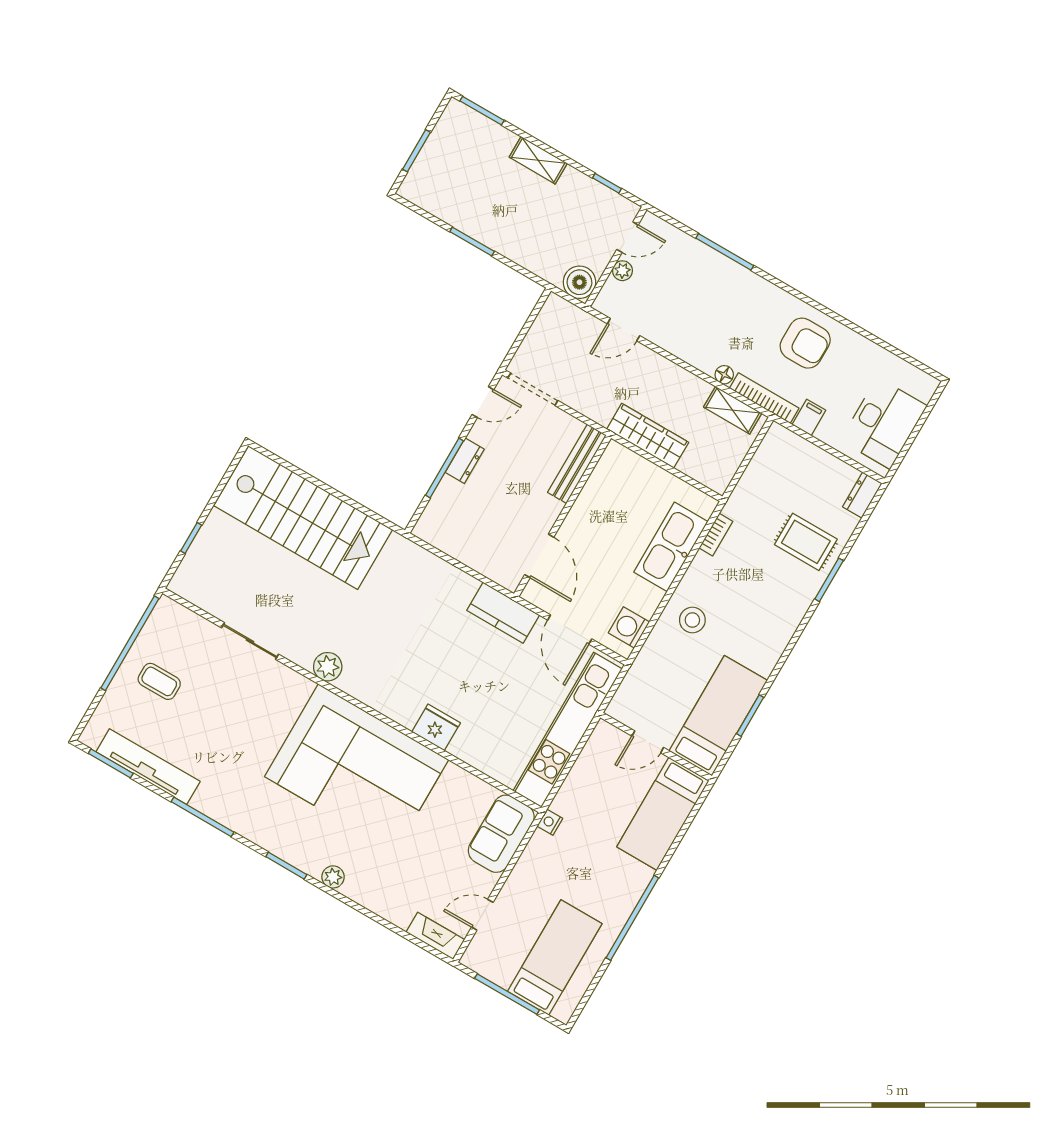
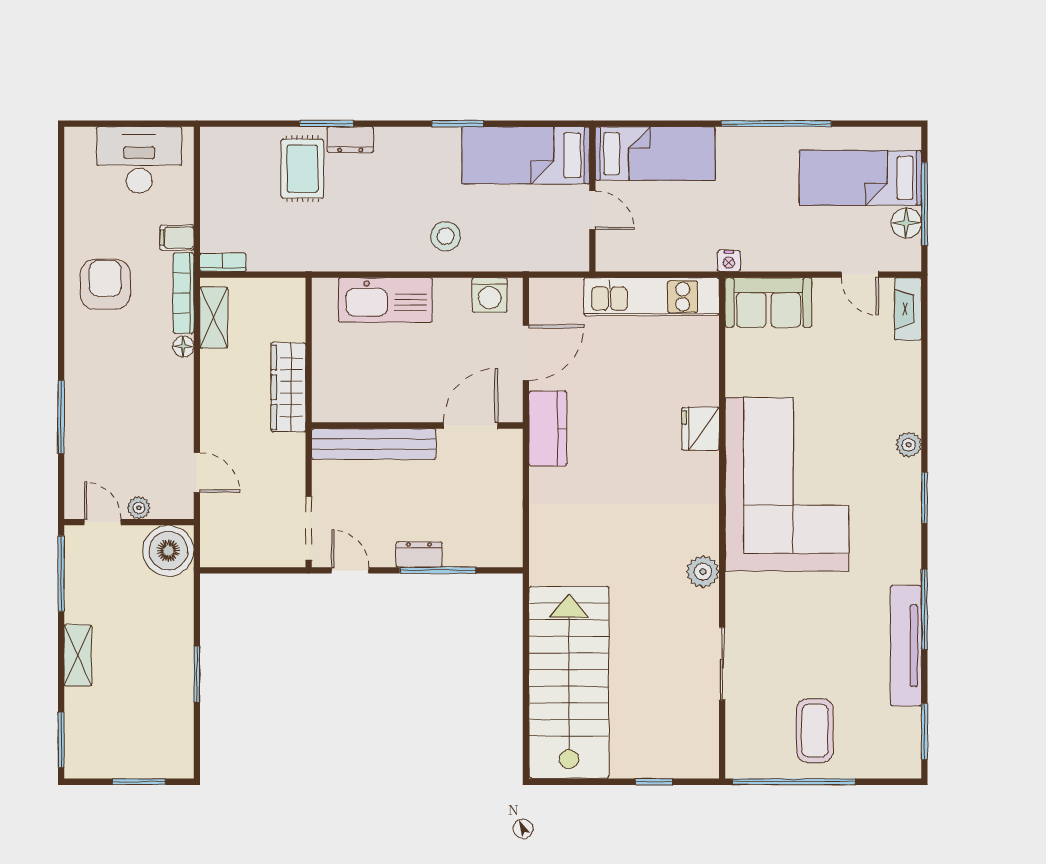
window: (607, 183) -> (61, 574), width x2.17
boiler: (579, 282) -> (168, 551), width x1.37, depth x1.37
bench: (577, 464) -> (374, 444), width x1.37, depth x1.21
dresser: (862, 495) -> (350, 140), moved
bookcase: (716, 535) -> (223, 262), moved
coffee table: (159, 681) -> (815, 731), width x1.36, depth x1.30
window: (750, 716) -> (458, 124), moved
kitchen unit: (568, 730) -> (651, 297), width x0.73
tv unit: (148, 767) -> (906, 646), moved
floor lamp: (501, 972) -> (906, 223), added

